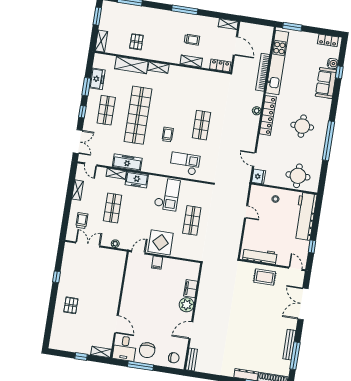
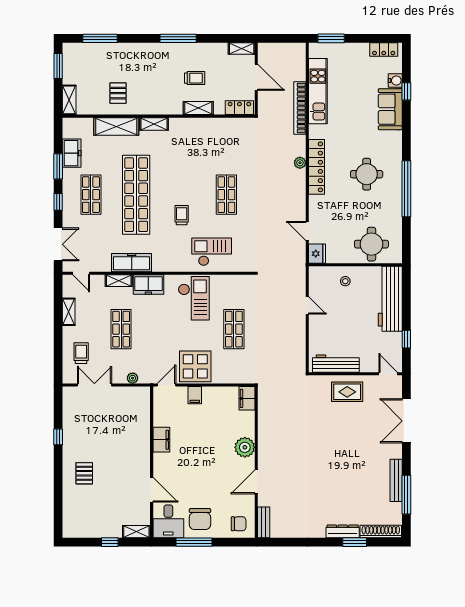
kitchen unit: (277, 62) -> (318, 91), width x0.73
filing cabinet: (191, 289) -> (247, 398), moved
filing cabinet: (129, 290) -> (161, 440), added

